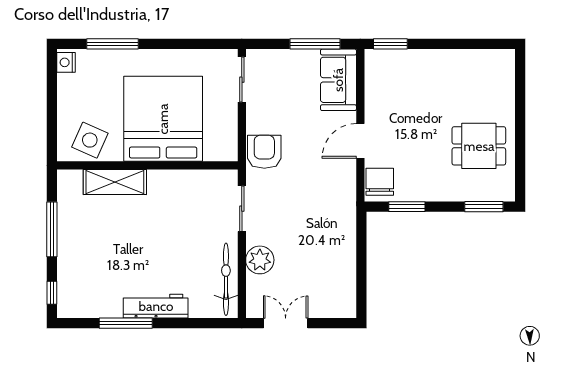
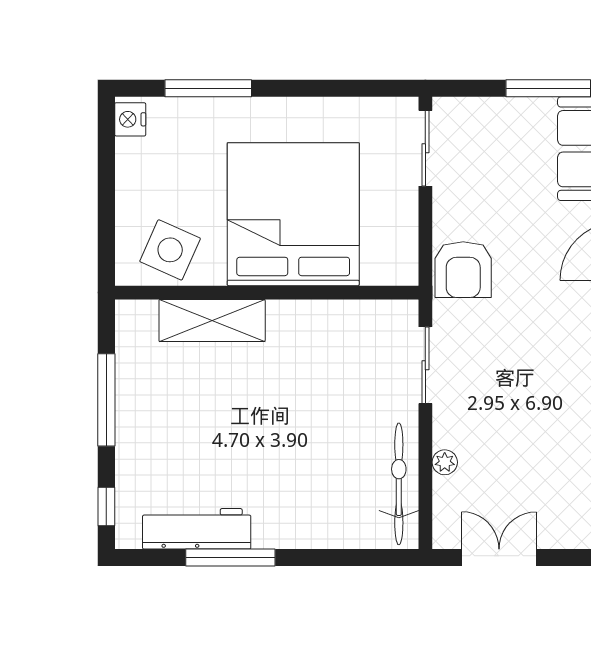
armchair: (264, 152) -> (463, 270), turned 180
plant: (260, 260) -> (445, 462), width x0.53, depth x0.53
workbench: (156, 306) -> (197, 529), moved

